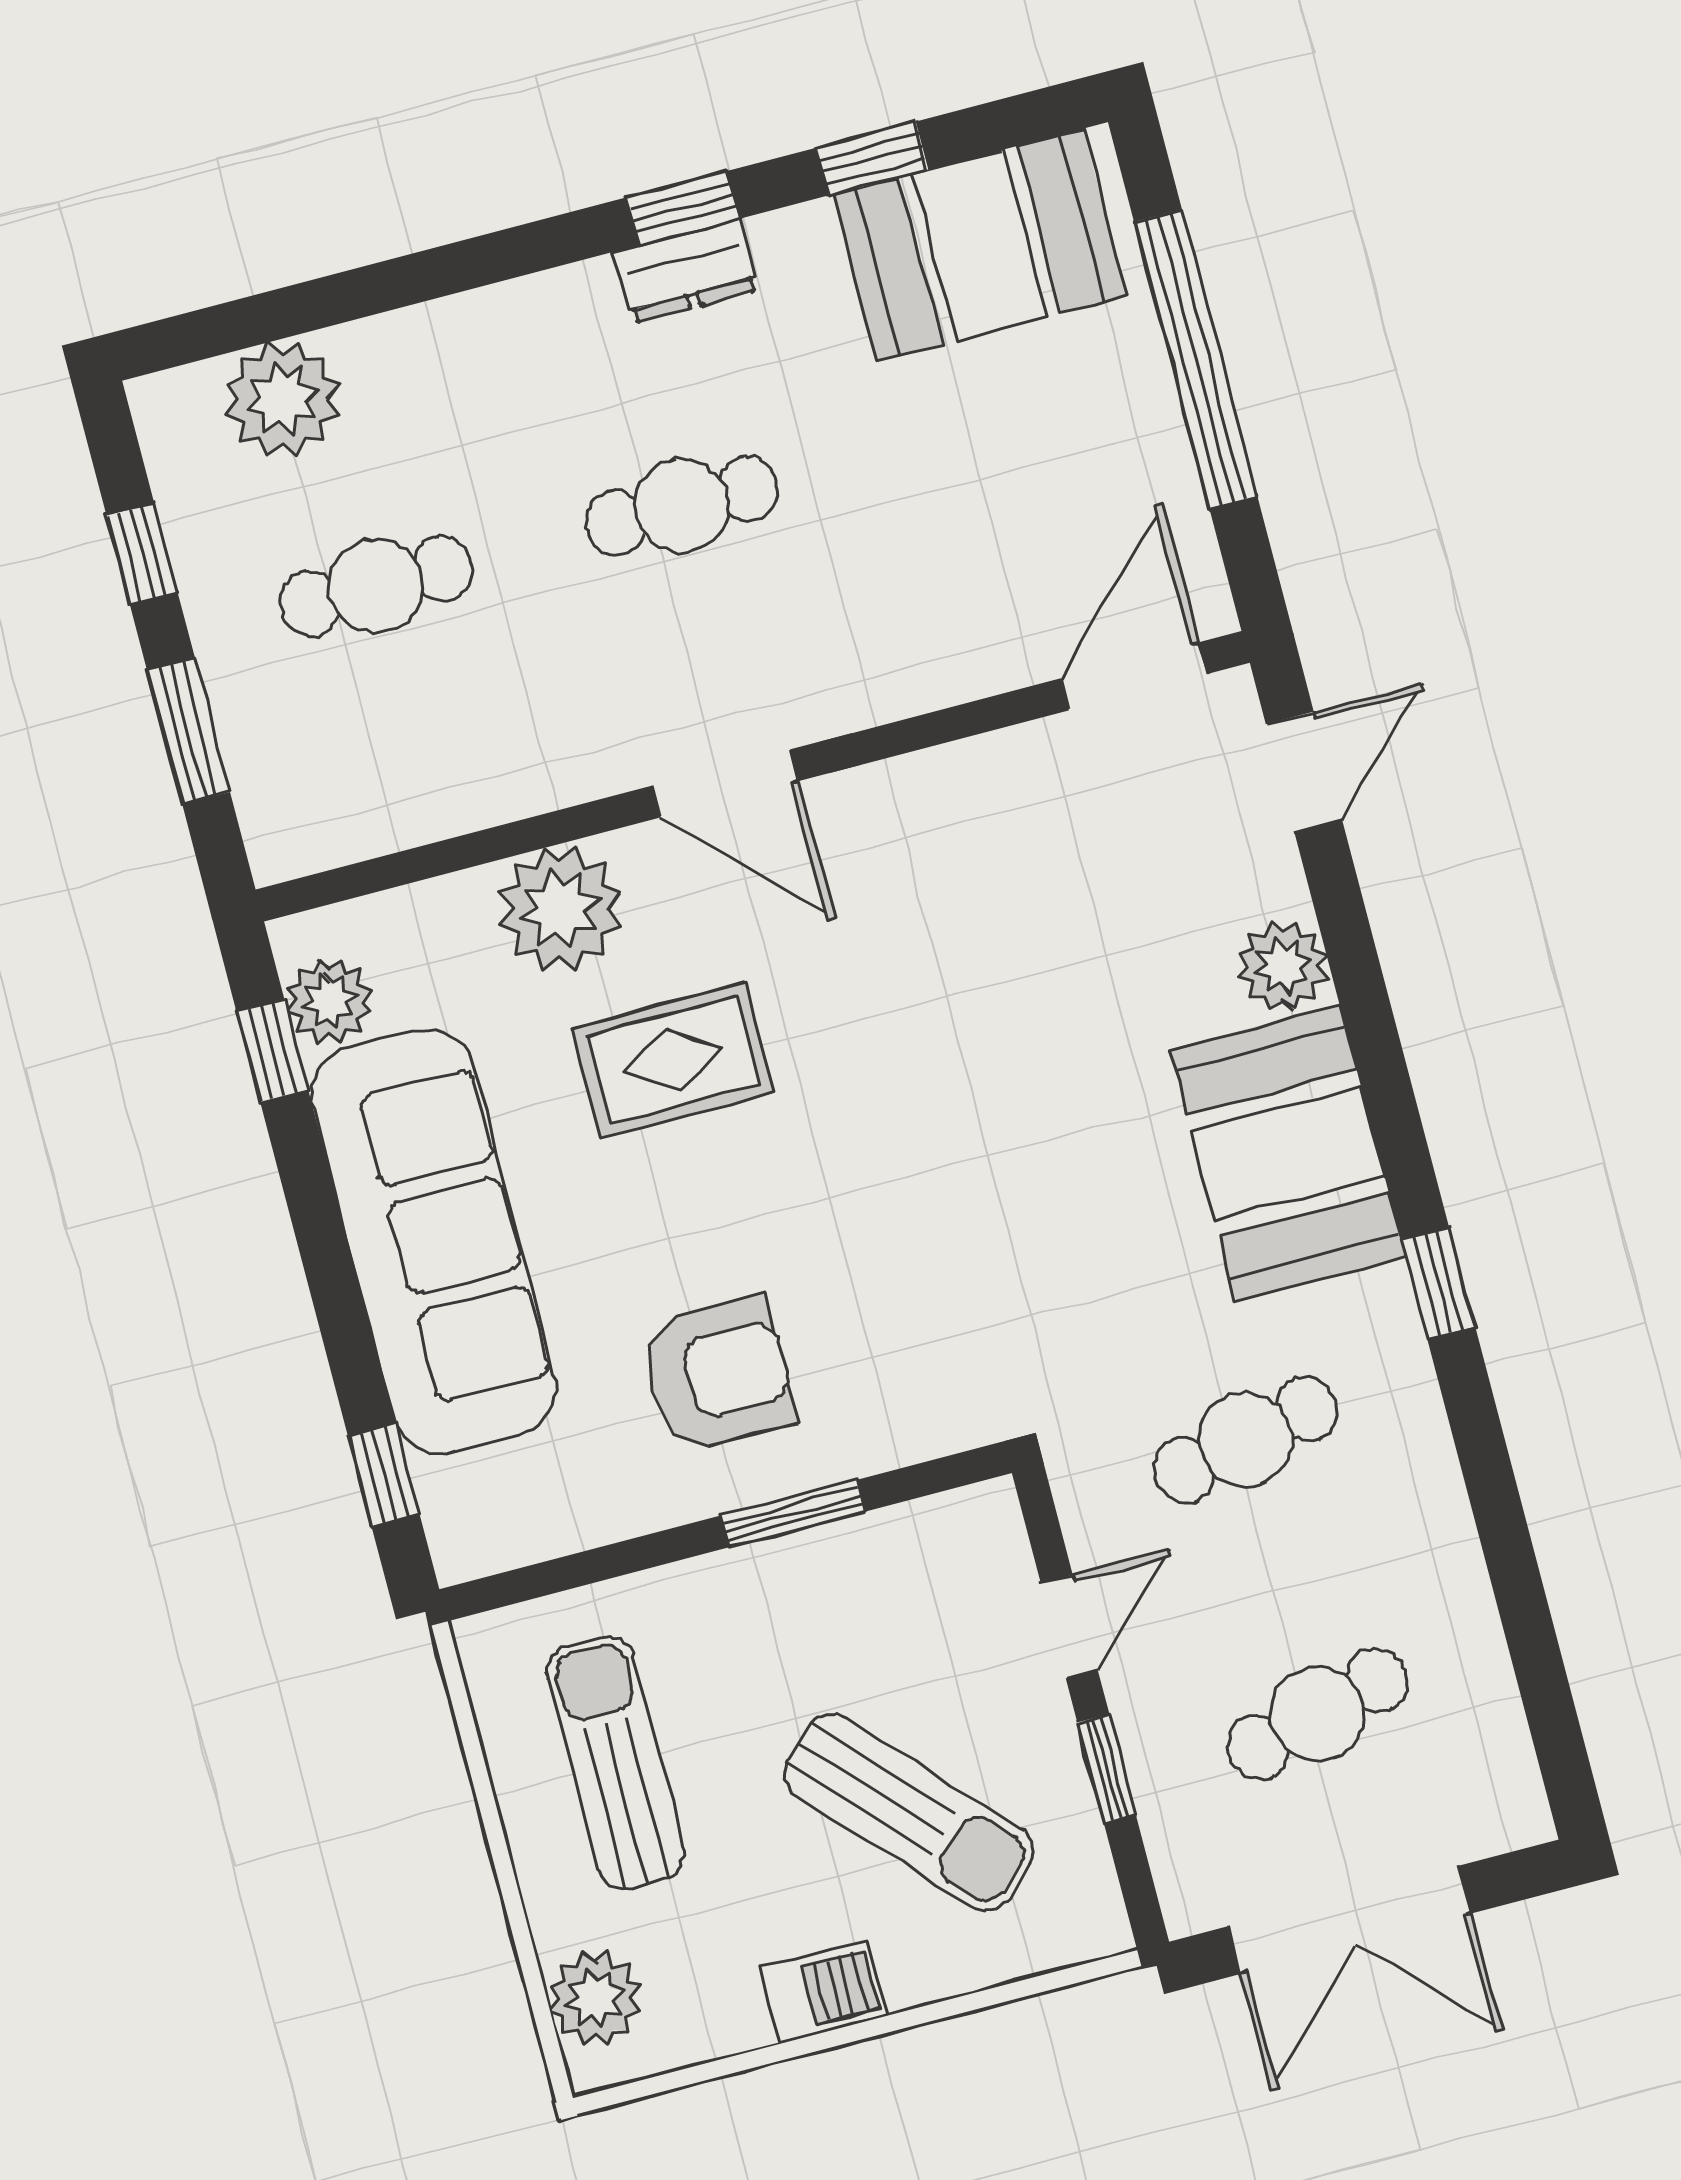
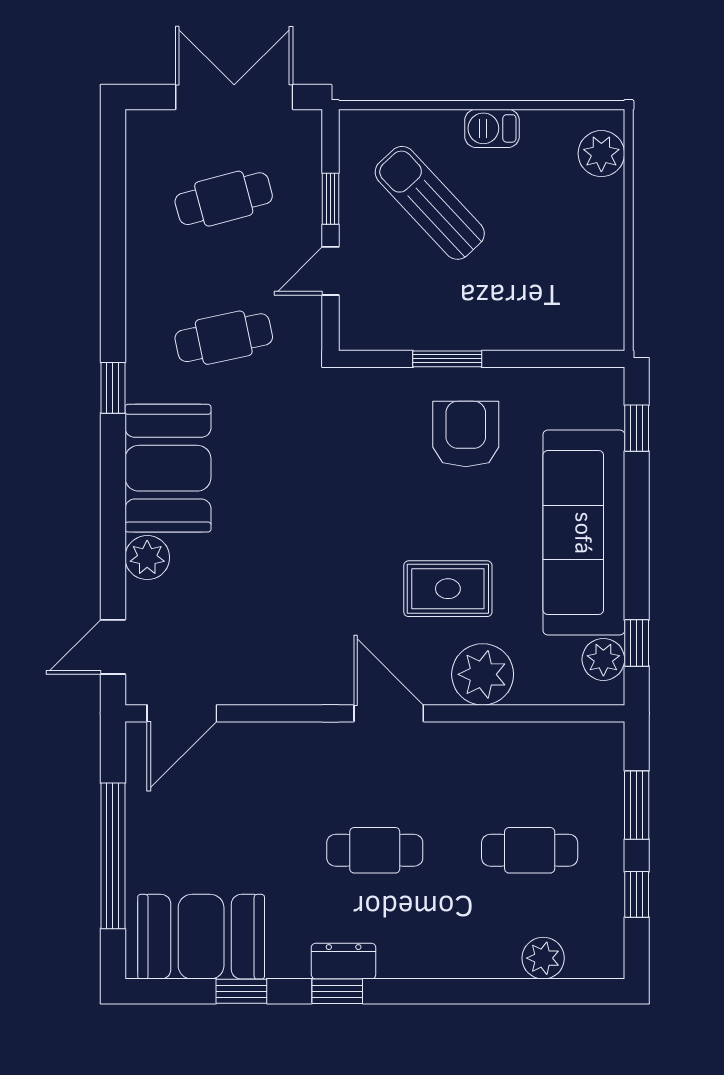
plant: (282, 399) -> (543, 958), width x0.73, depth x0.73
armchair: (718, 1375) -> (466, 434), turned 90
sun lounger: (616, 1763) -> (562, 263), removed

